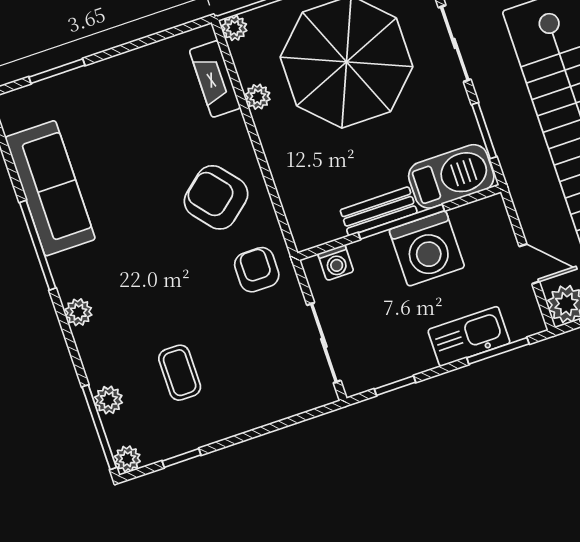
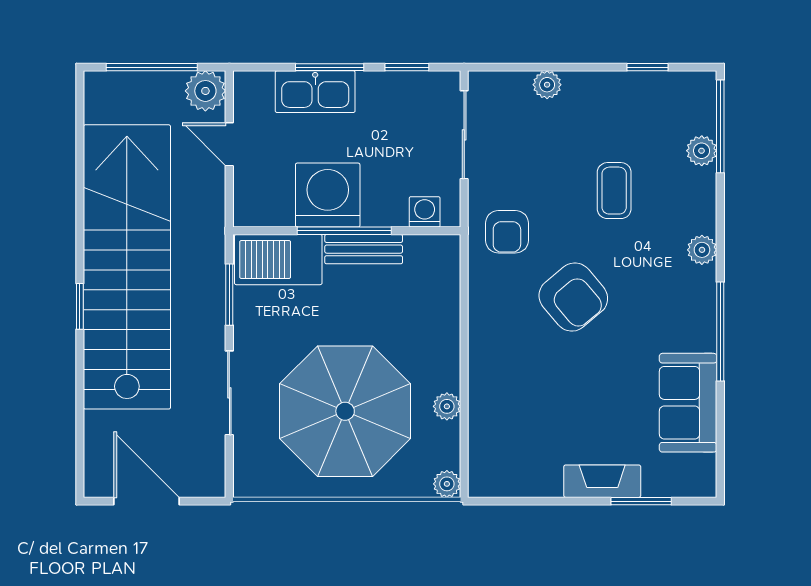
fireplace: (215, 79) -> (602, 481), moved, turned -90
sofa: (50, 188) -> (688, 403), width x0.73
armchair: (216, 197) -> (573, 297), moved
window: (498, 351) -> (330, 67), moved
coffee table: (180, 373) -> (614, 191), moved
plant: (127, 459) -> (547, 85), moved

